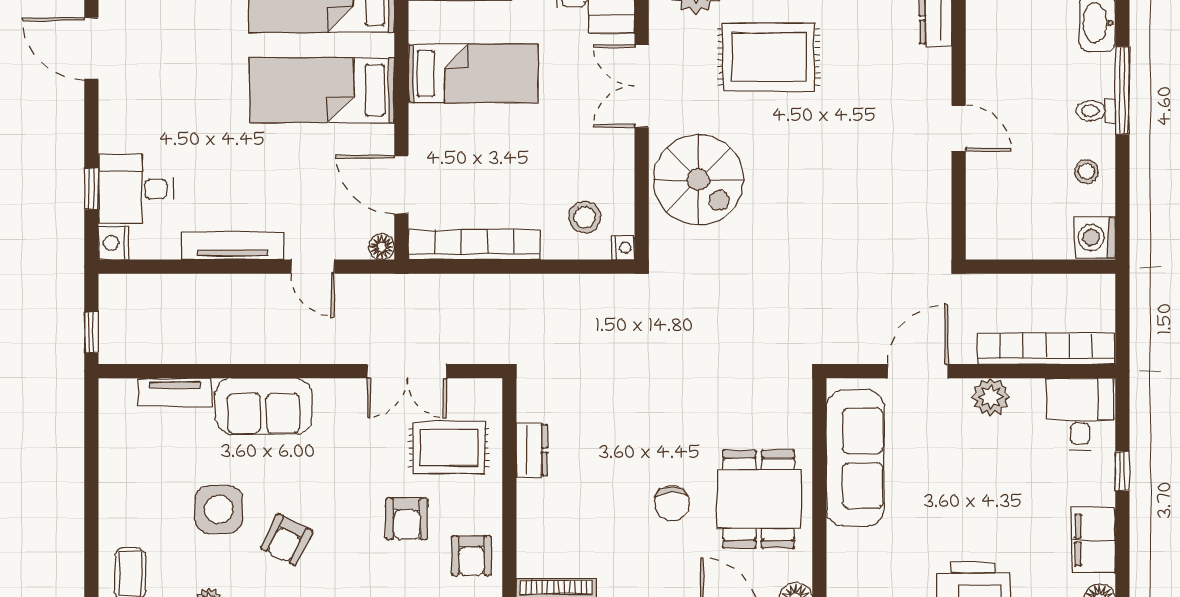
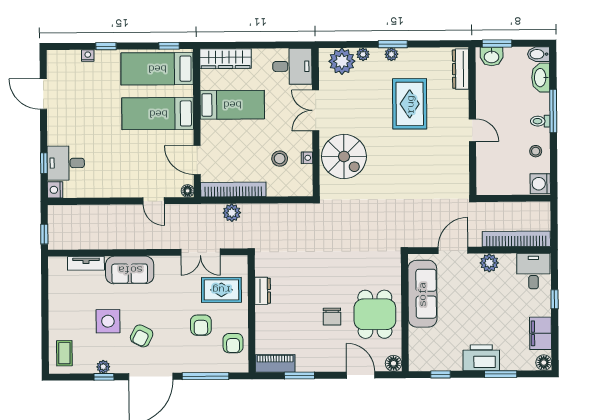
rug: (769, 57) -> (410, 104), moved, turned 90
stool: (585, 217) -> (280, 159), moved
tv unit: (233, 246) -> (114, 191), removed
nightstand: (623, 248) -> (307, 158), moved
plant: (471, 292) -> (232, 213), added

